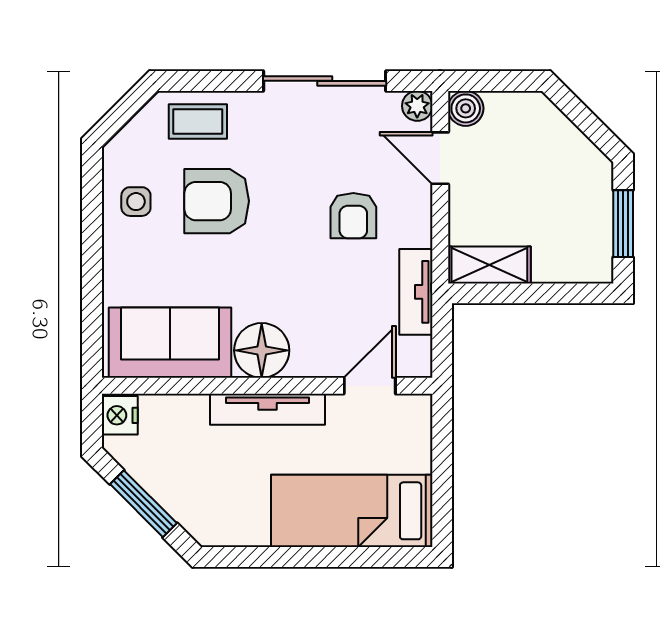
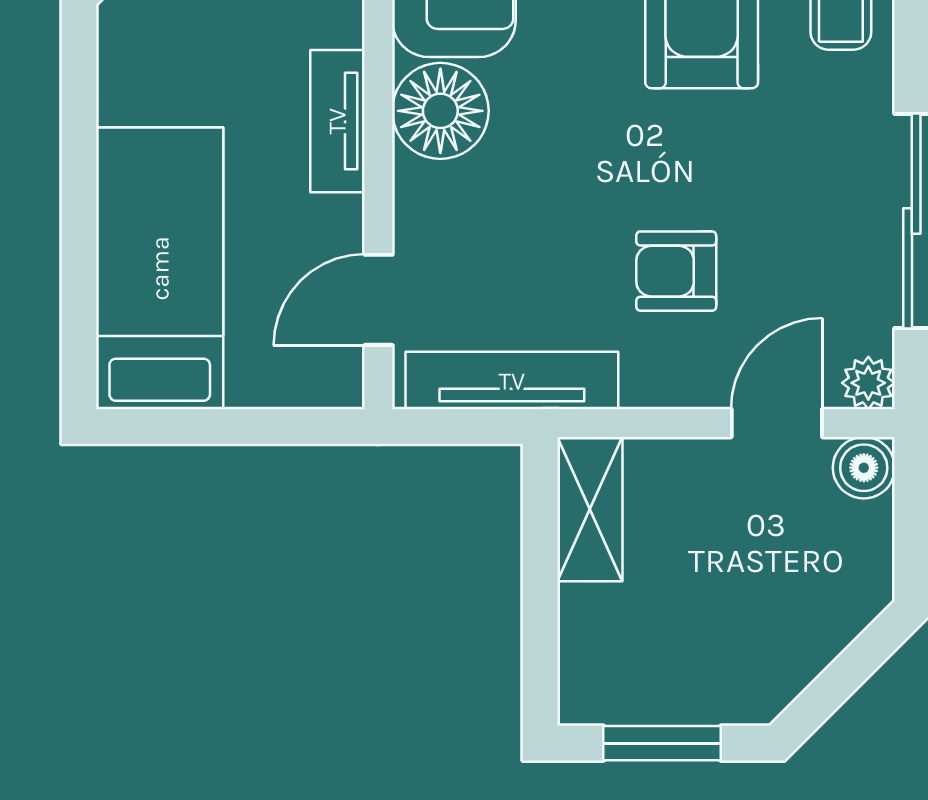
tv unit: (416, 292) -> (512, 381), width x1.41
door: (370, 386) -> (378, 300), swing flipped
tv unit: (268, 409) -> (337, 121), width x0.71

